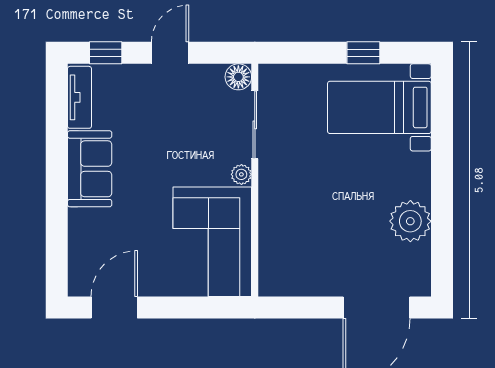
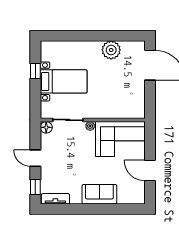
bed with nightstands: (379, 107) -> (64, 81), moved, turned -90
sofa: (90, 169) -> (99, 194), moved
door: (114, 308) -> (150, 171), moved

